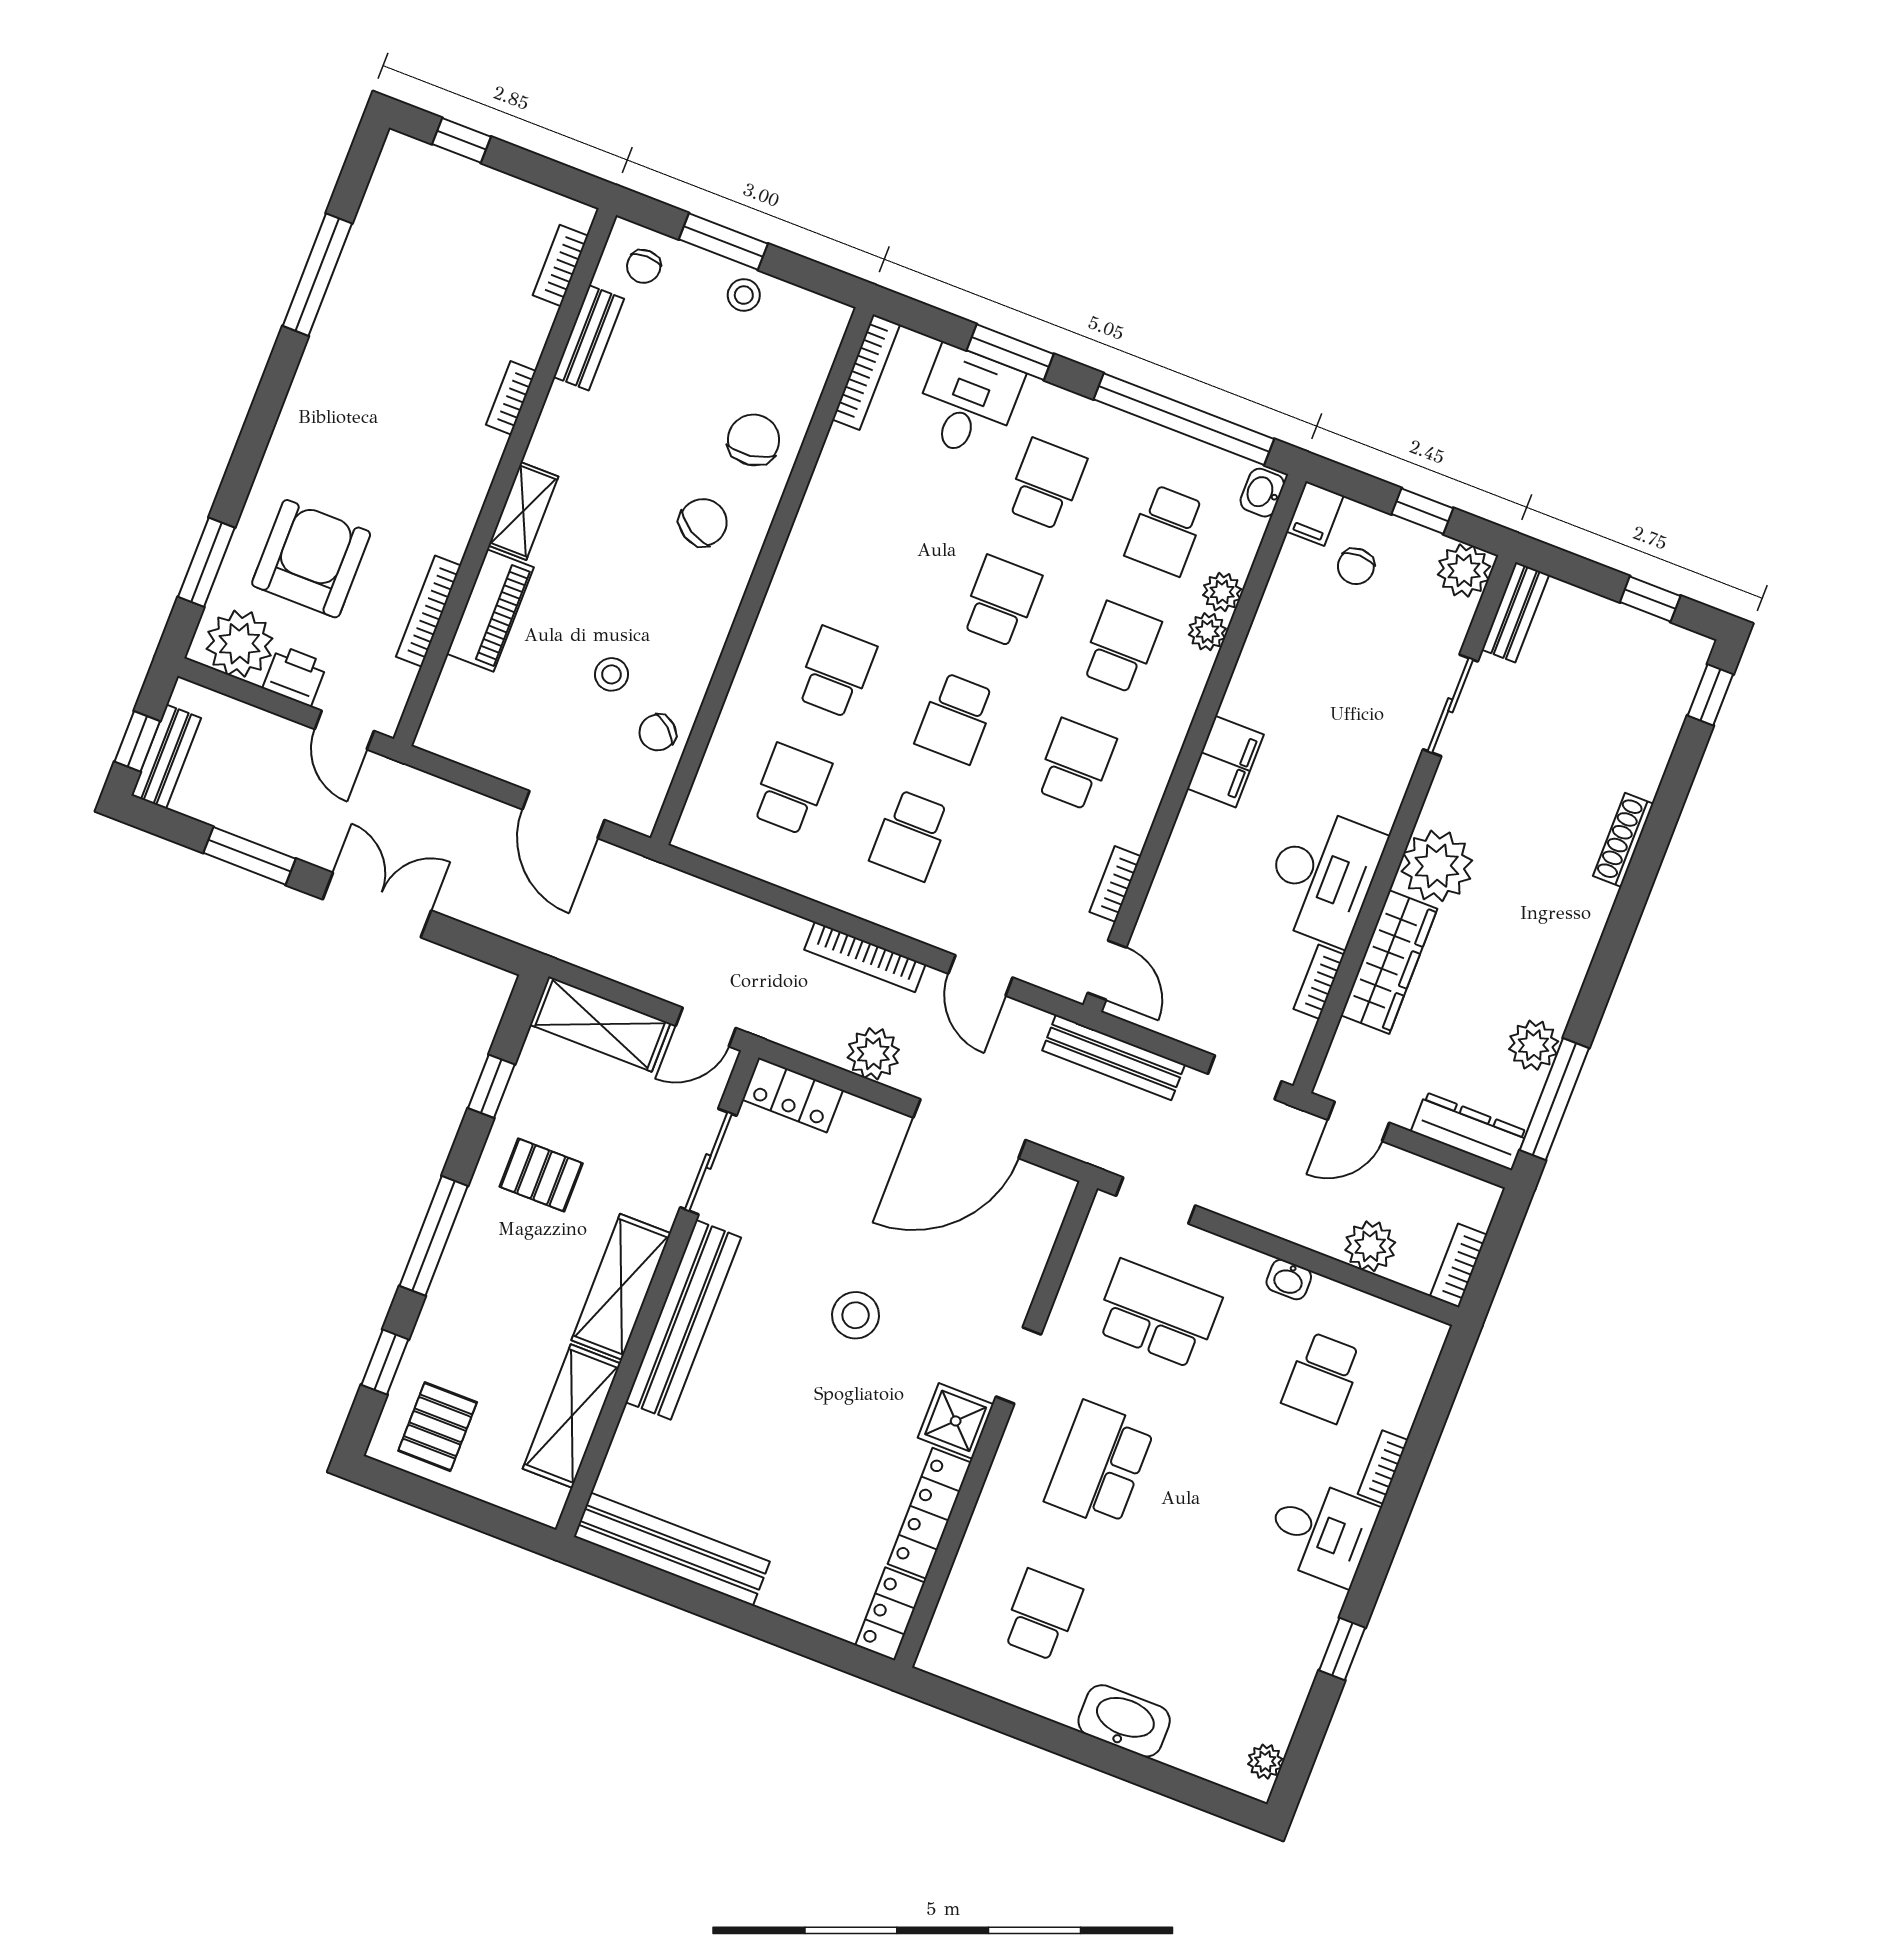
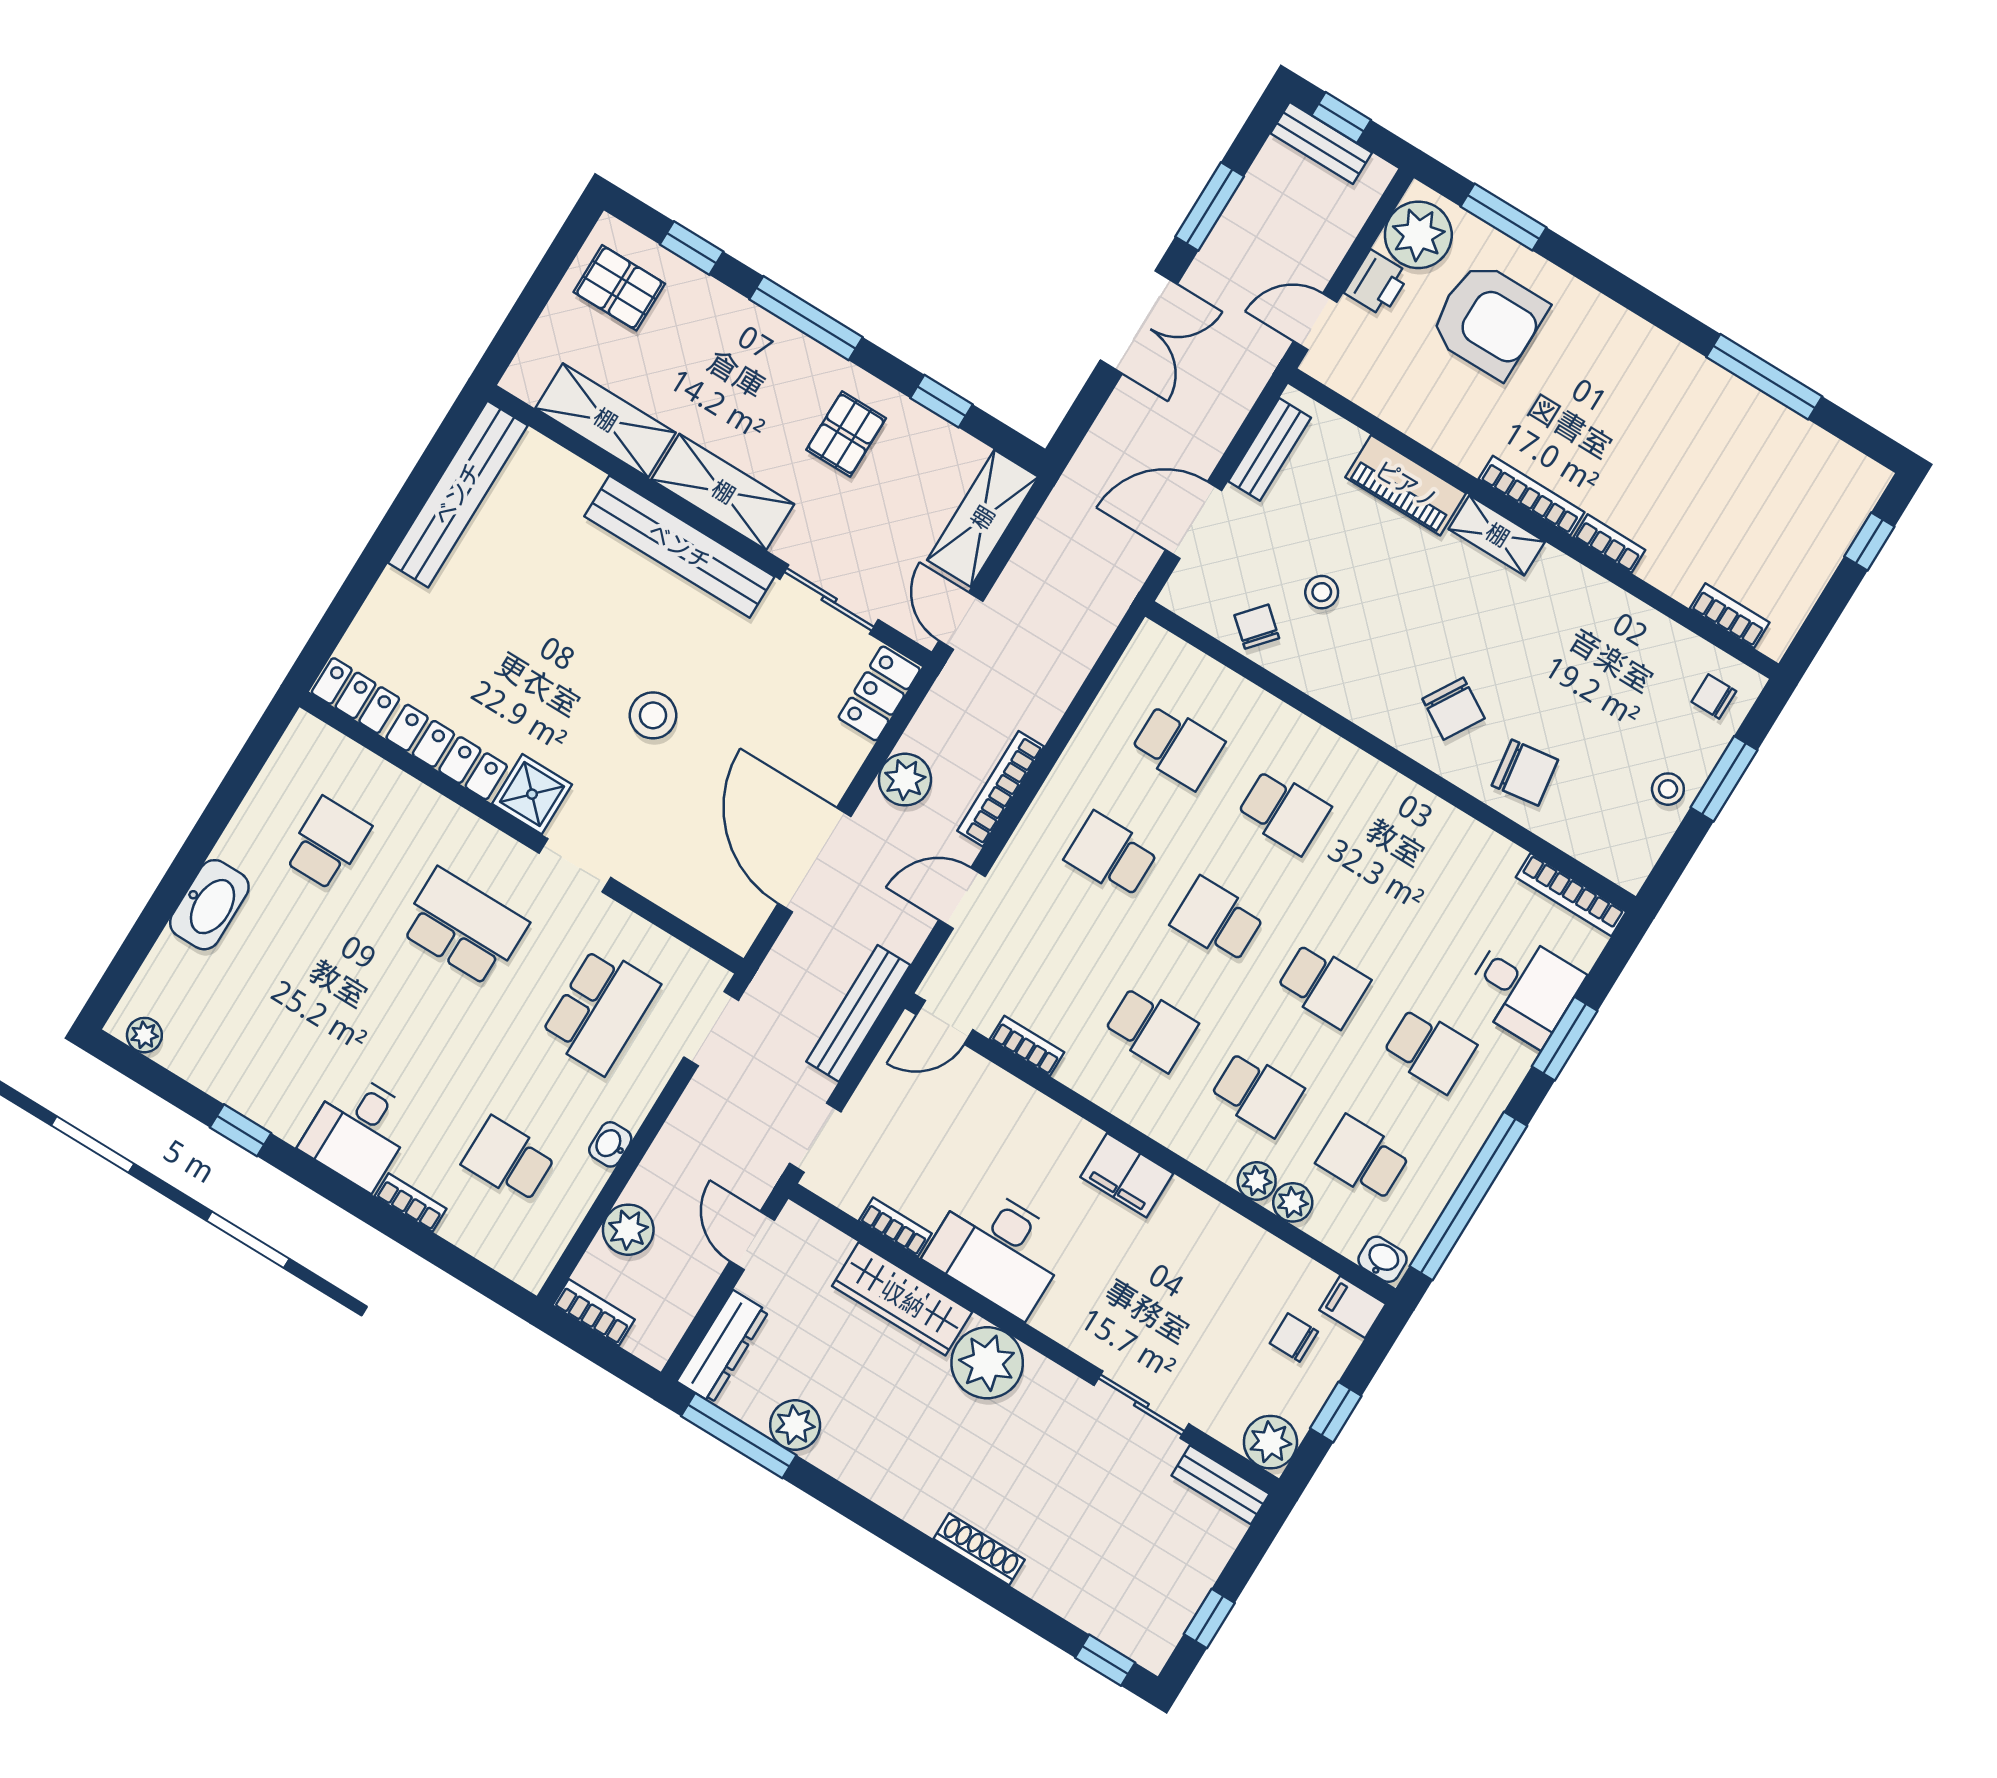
bench: (589, 338) -> (1270, 449), moved, turned 90
bookcase: (429, 611) -> (1531, 496), moved
school desk: (1042, 1615) -> (328, 843), turned -90

